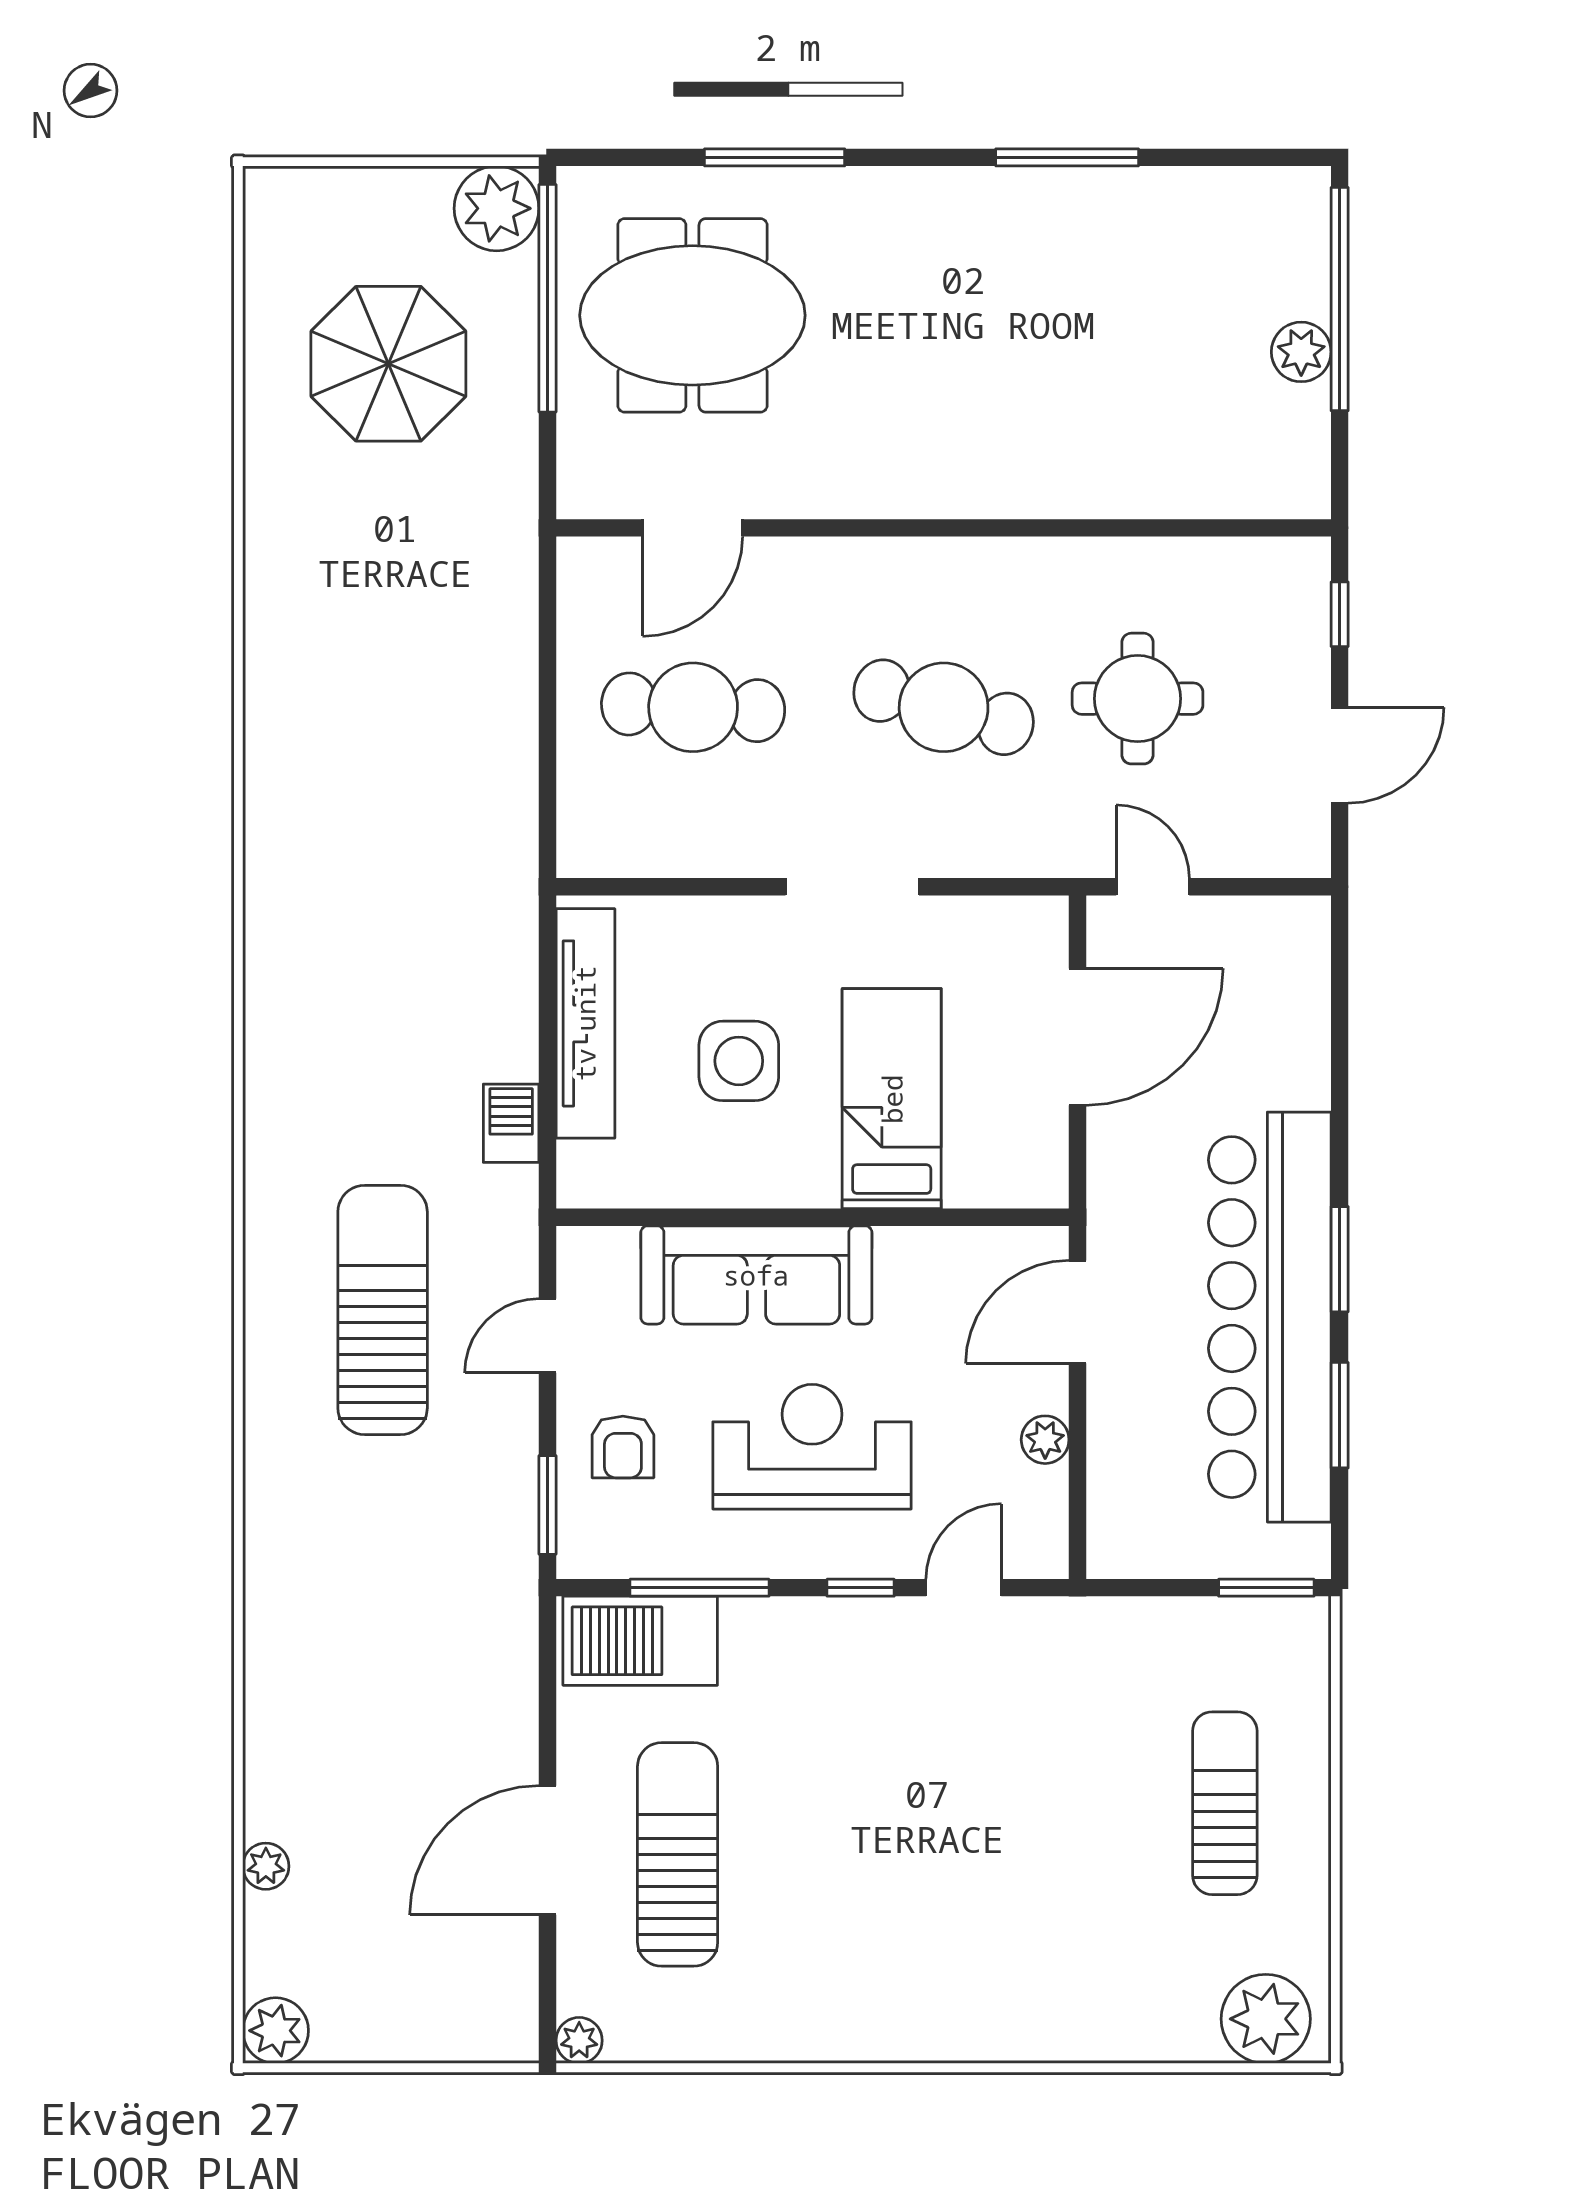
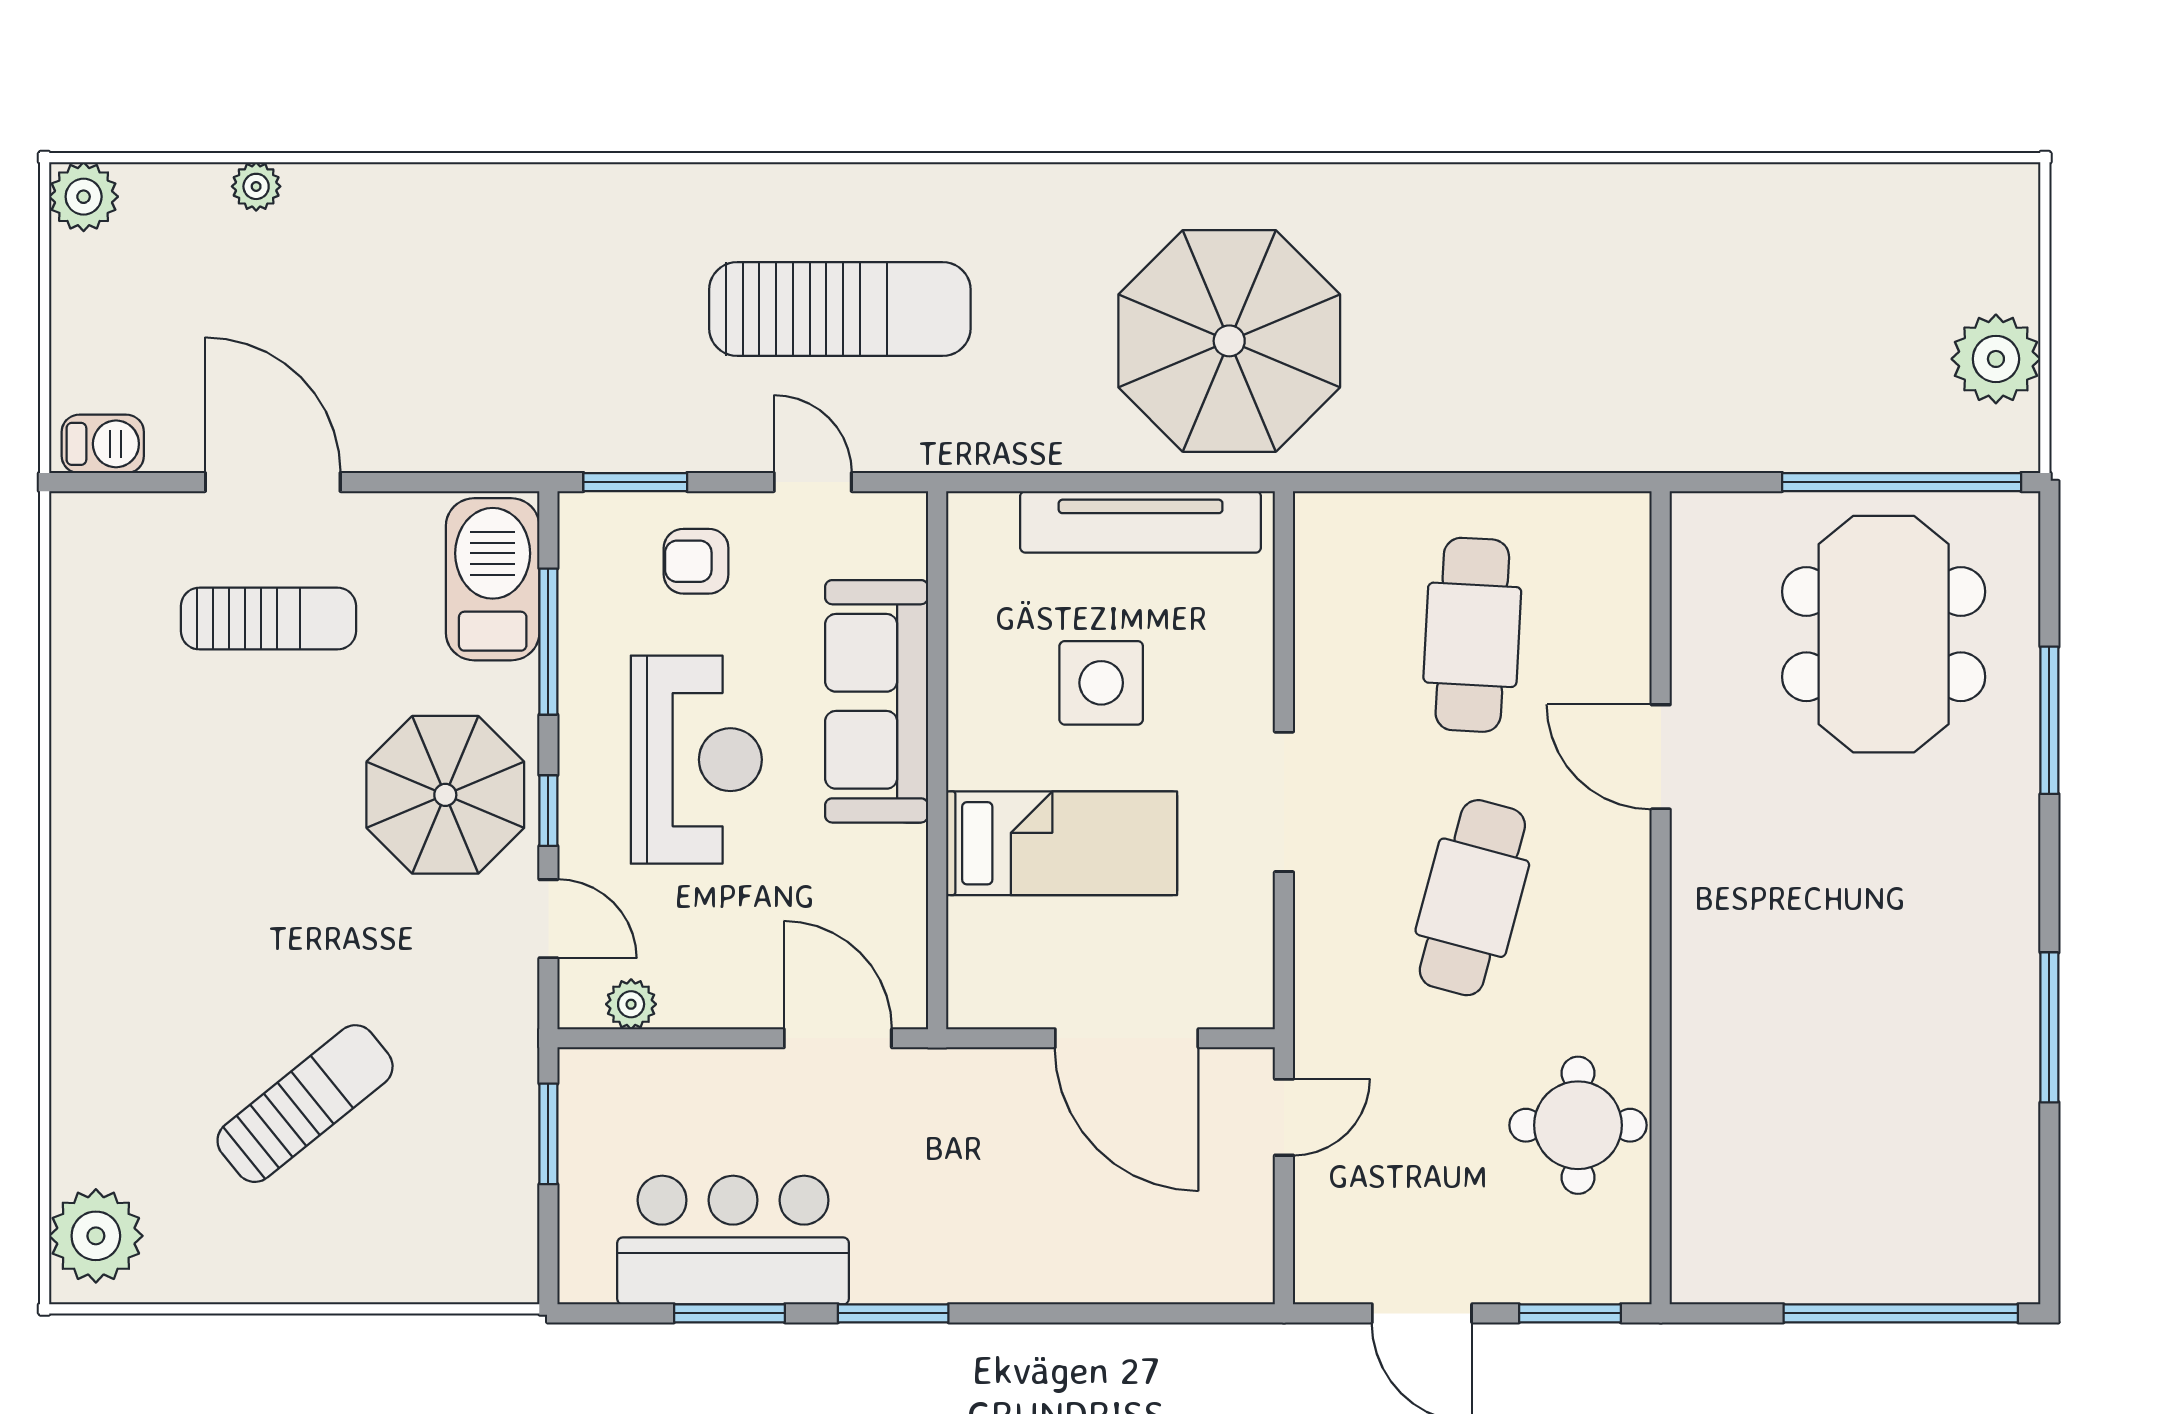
plant: (497, 208) -> (1996, 359), moved
plant: (1301, 352) -> (1845, 1273), removed
parasol: (388, 364) -> (1229, 341), moved, width x1.36, depth x1.36
door: (693, 528) -> (1661, 757), moved
window: (1340, 614) -> (1570, 1313), width x1.50
round table: (1138, 699) -> (1578, 1125), moved
barbecue: (511, 1123) -> (103, 444), moved
bar counter: (1270, 1317) -> (733, 1240), width x0.54
plant: (1045, 1440) -> (631, 1004), moved
window: (1266, 1588) -> (548, 1134), moved
parasol: (846, 1686) -> (445, 795), added
sun lounger: (1225, 1803) -> (305, 1104), moved, turned -39
sun lounger: (678, 1854) -> (268, 619), width x0.73, depth x0.75
plant: (579, 2040) -> (73, 515), removed

